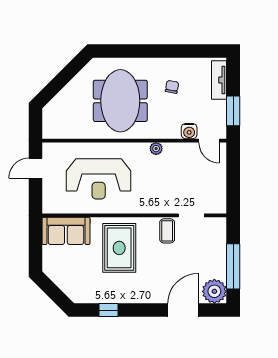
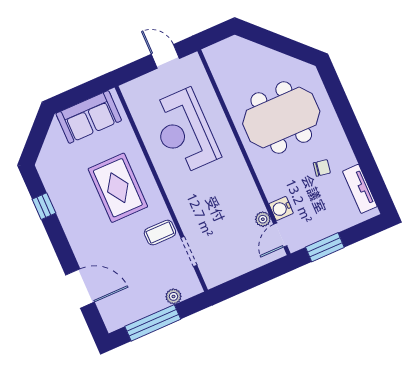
tv unit: (219, 80) -> (360, 189), moved, turned -90
plant: (156, 149) -> (263, 219), moved
sofa: (66, 231) -> (89, 117), moved, turned -90
rug: (119, 248) -> (118, 188), turned 90
plant: (214, 291) -> (173, 296), moved, width x0.53, depth x0.53

